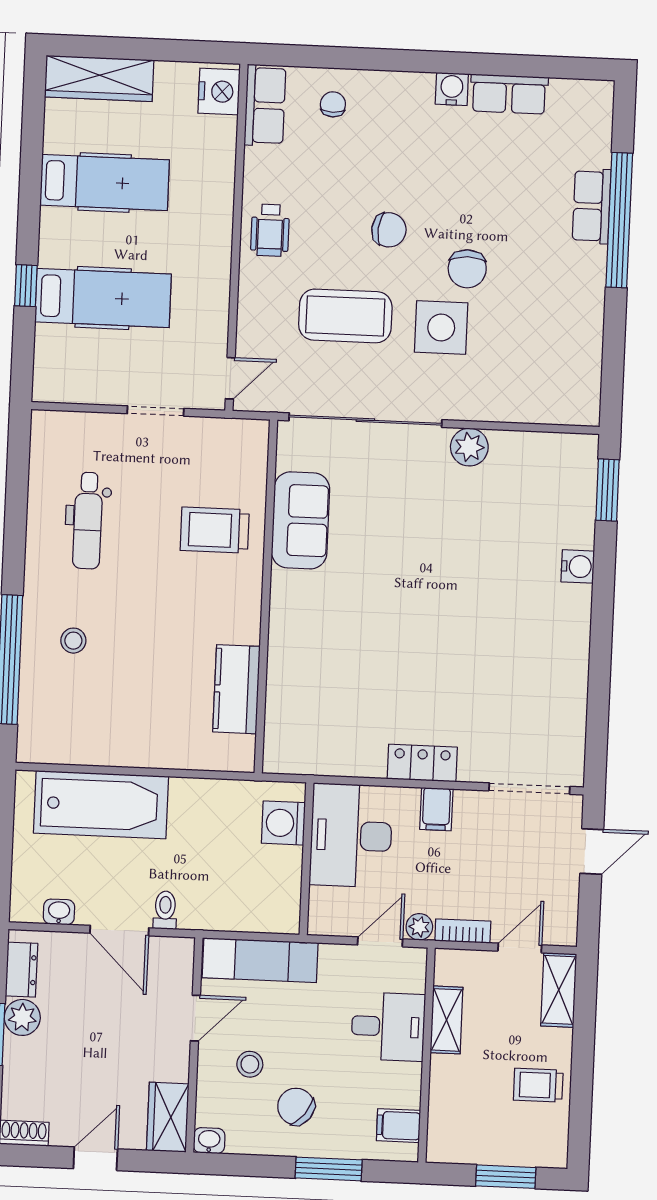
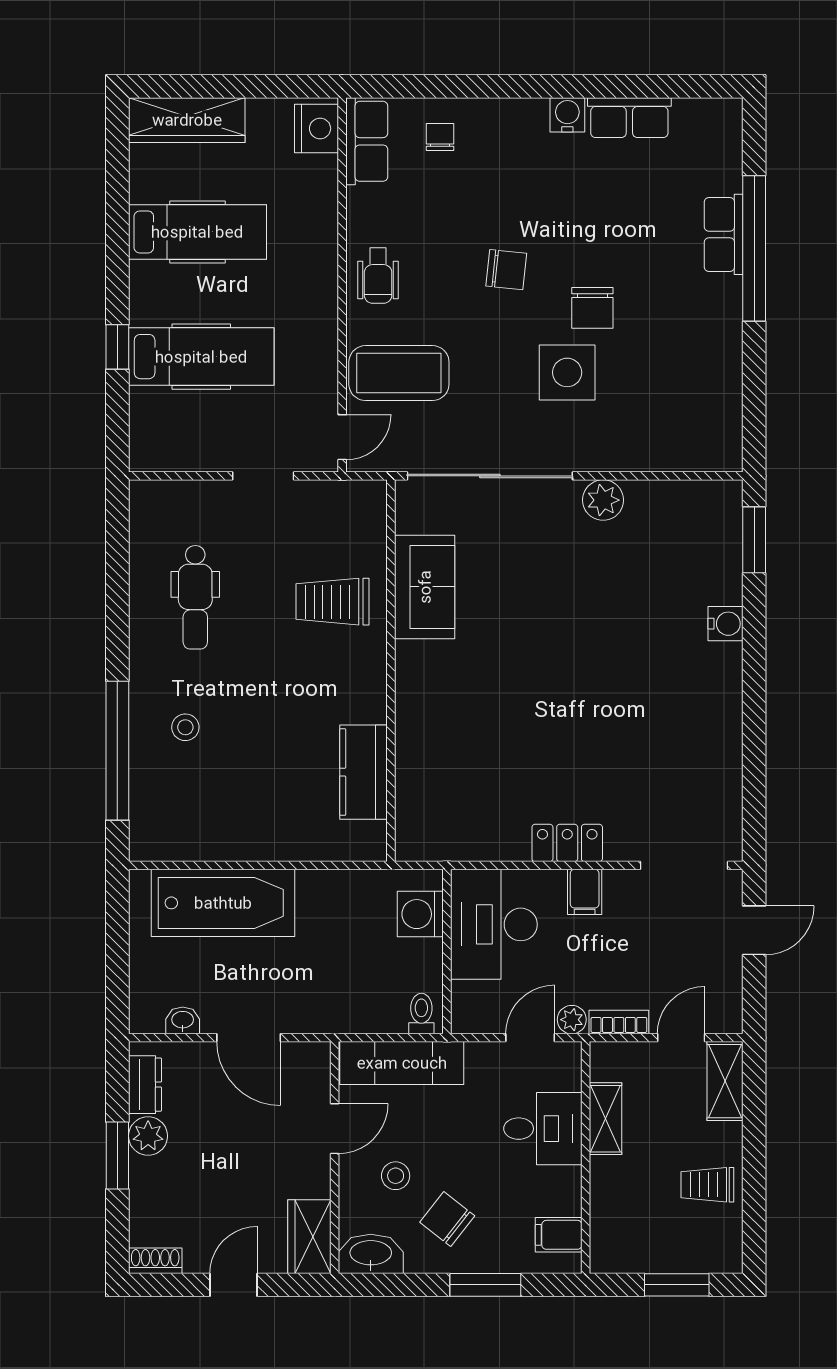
coffee table: (345, 316) -> (399, 373), moved
toilet: (165, 910) -> (421, 1014), moved
washbasin: (209, 1141) -> (371, 1254), width x1.91, depth x1.45

